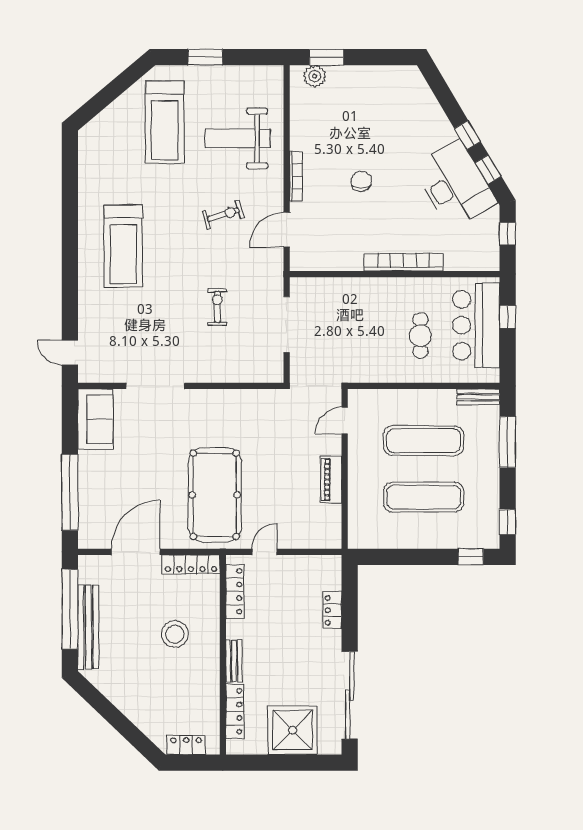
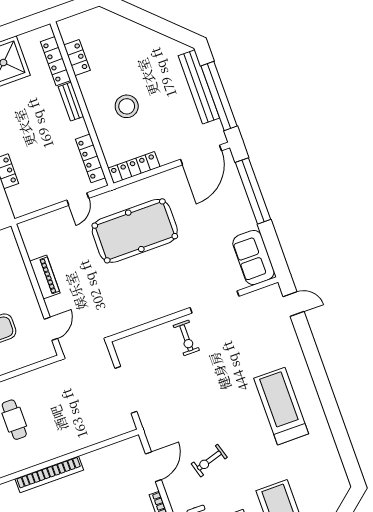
exercise bike: (217, 307) -> (186, 338), moved
pool table: (215, 495) -> (135, 231), turned 90
door: (136, 552) -> (201, 155), moved
locker: (186, 745) -> (77, 58), moved, turned -90

